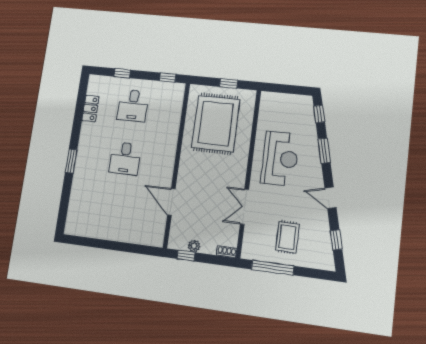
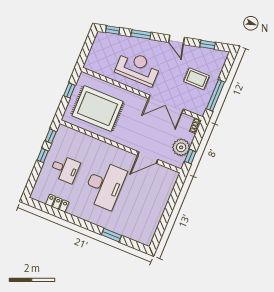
window: (122, 73) -> (43, 156), moved
desk: (125, 158) -> (105, 185), width x1.87, depth x1.30
window: (71, 161) -> (111, 235), moved
door: (330, 198) -> (177, 40), hinge flipped
double door: (244, 207) -> (166, 104), width x1.37
plant: (194, 246) -> (181, 147), width x1.87, depth x1.87

